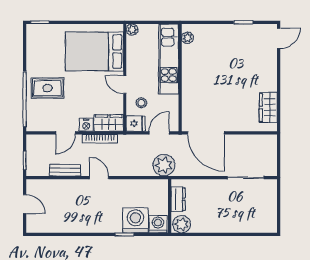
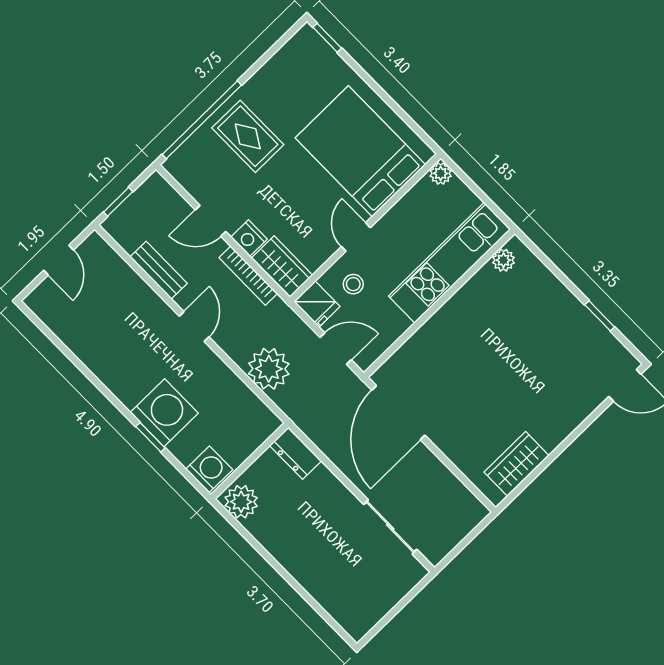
plant: (164, 165) -> (269, 369), moved
dresser: (178, 199) -> (295, 453), moved, turned 90
washing machine: (135, 220) -> (164, 413), moved

